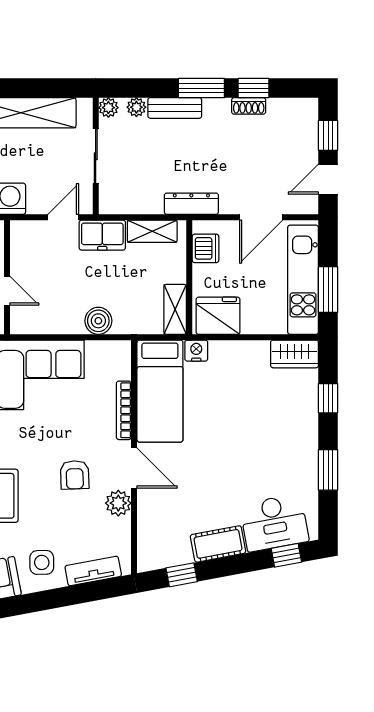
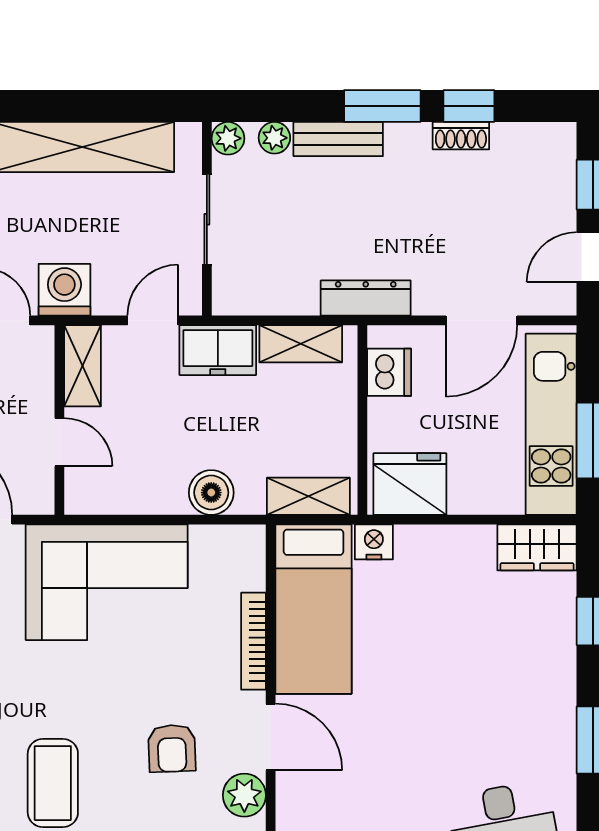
shelving: (21, 245) -> (82, 366), added
shelving: (175, 309) -> (308, 496), moved, turned 90

